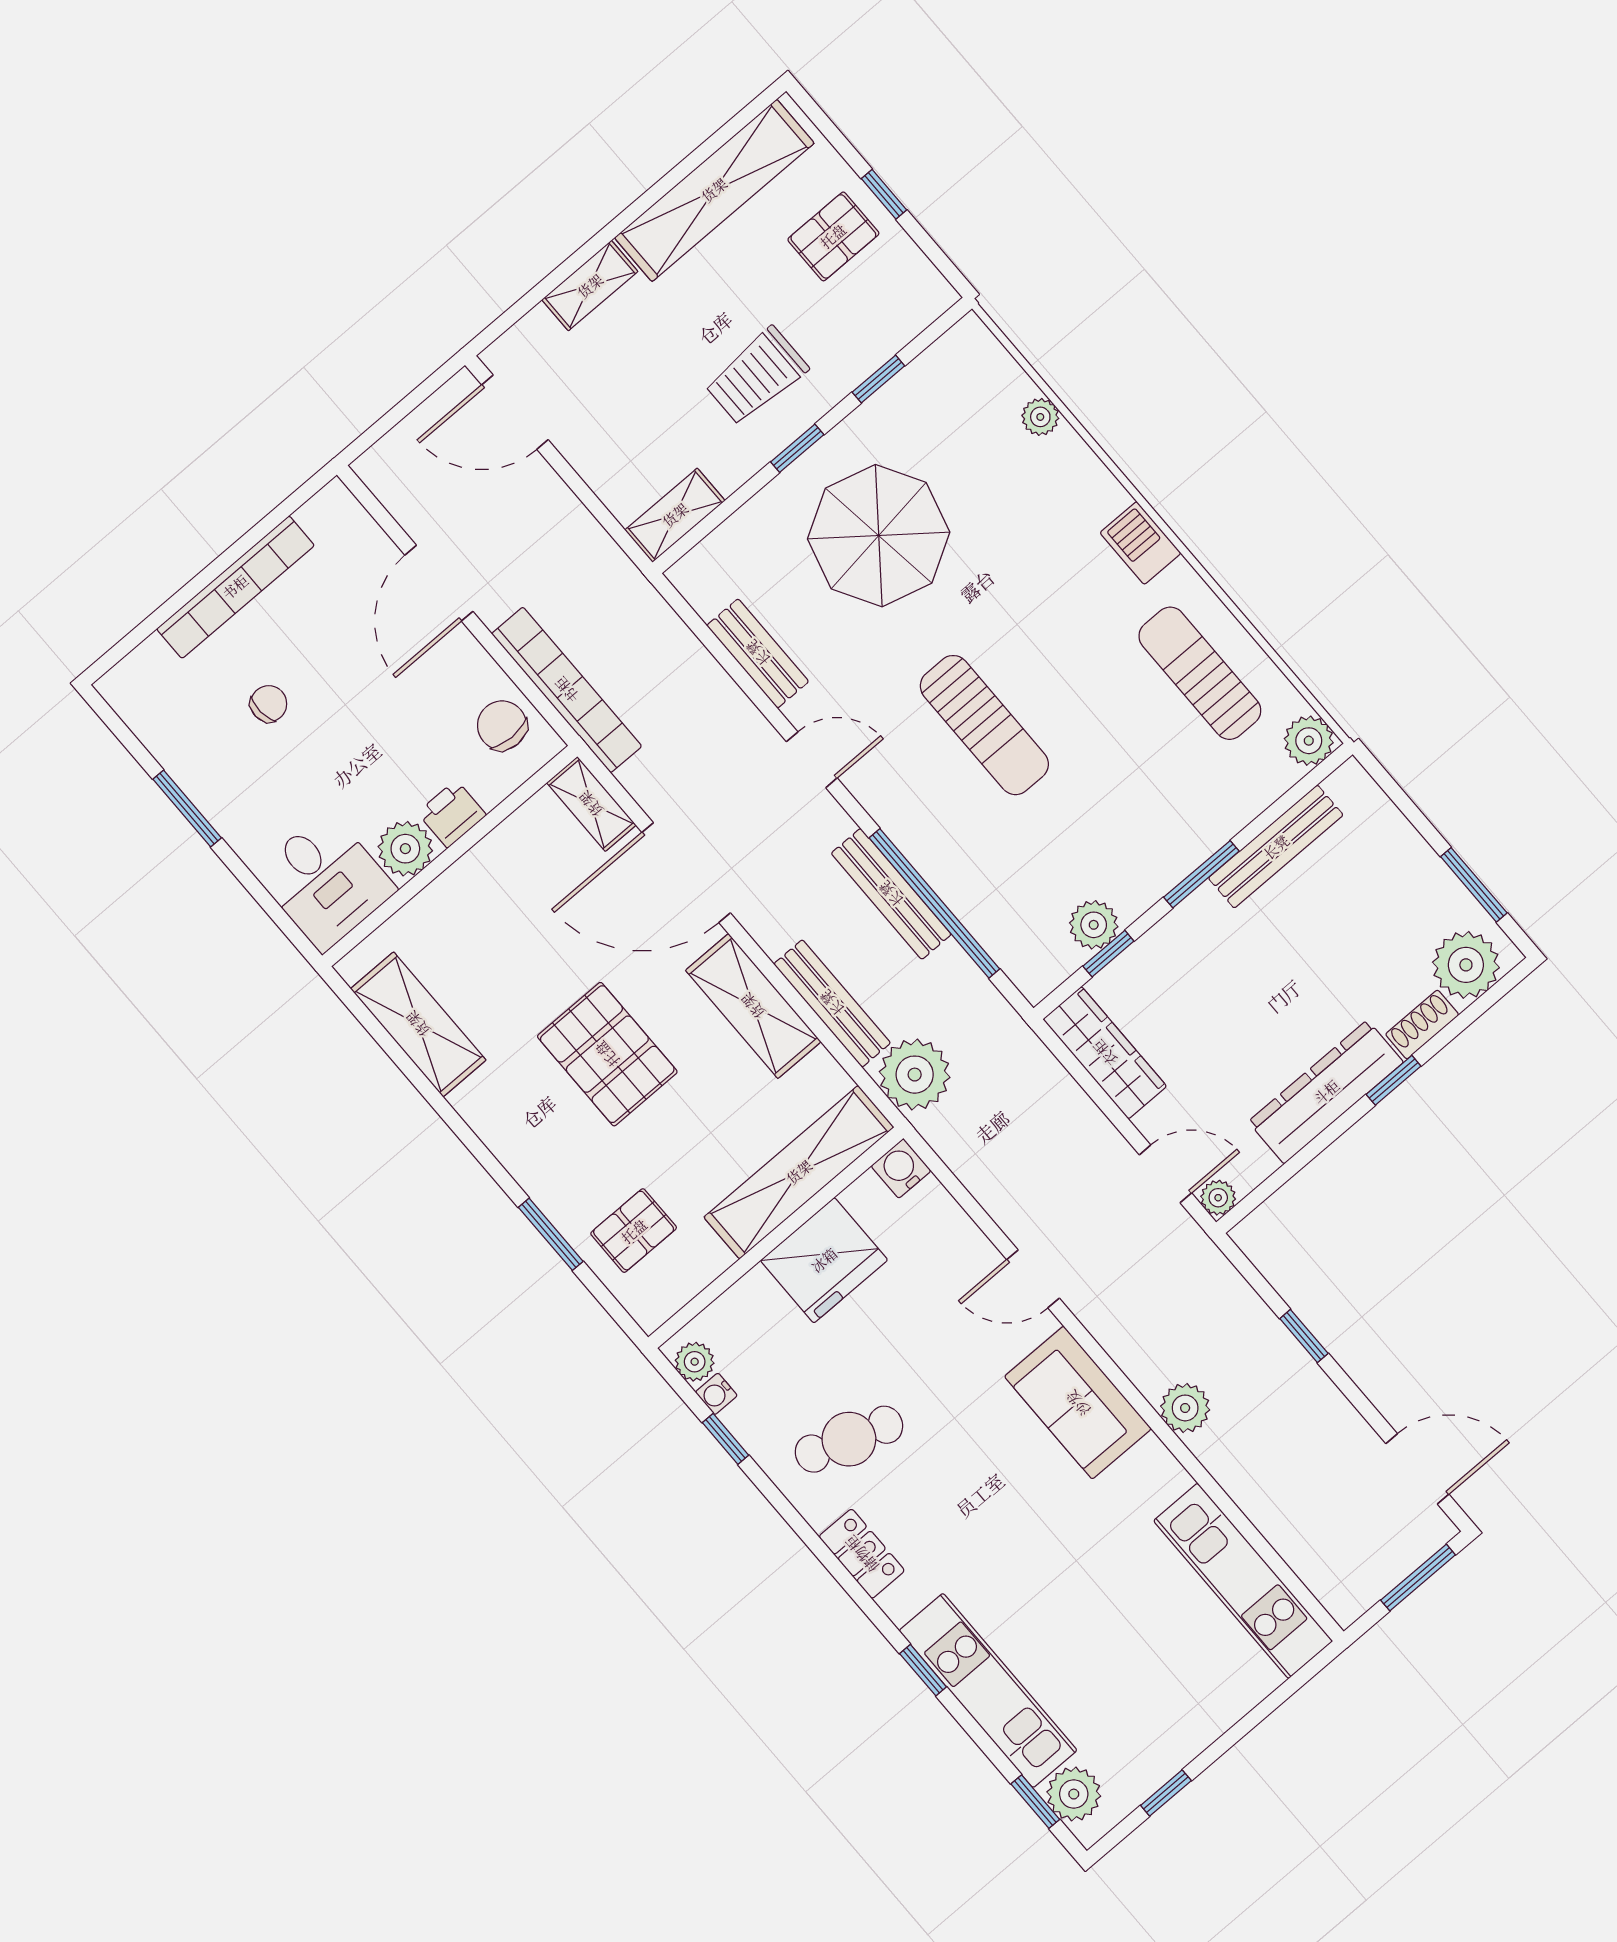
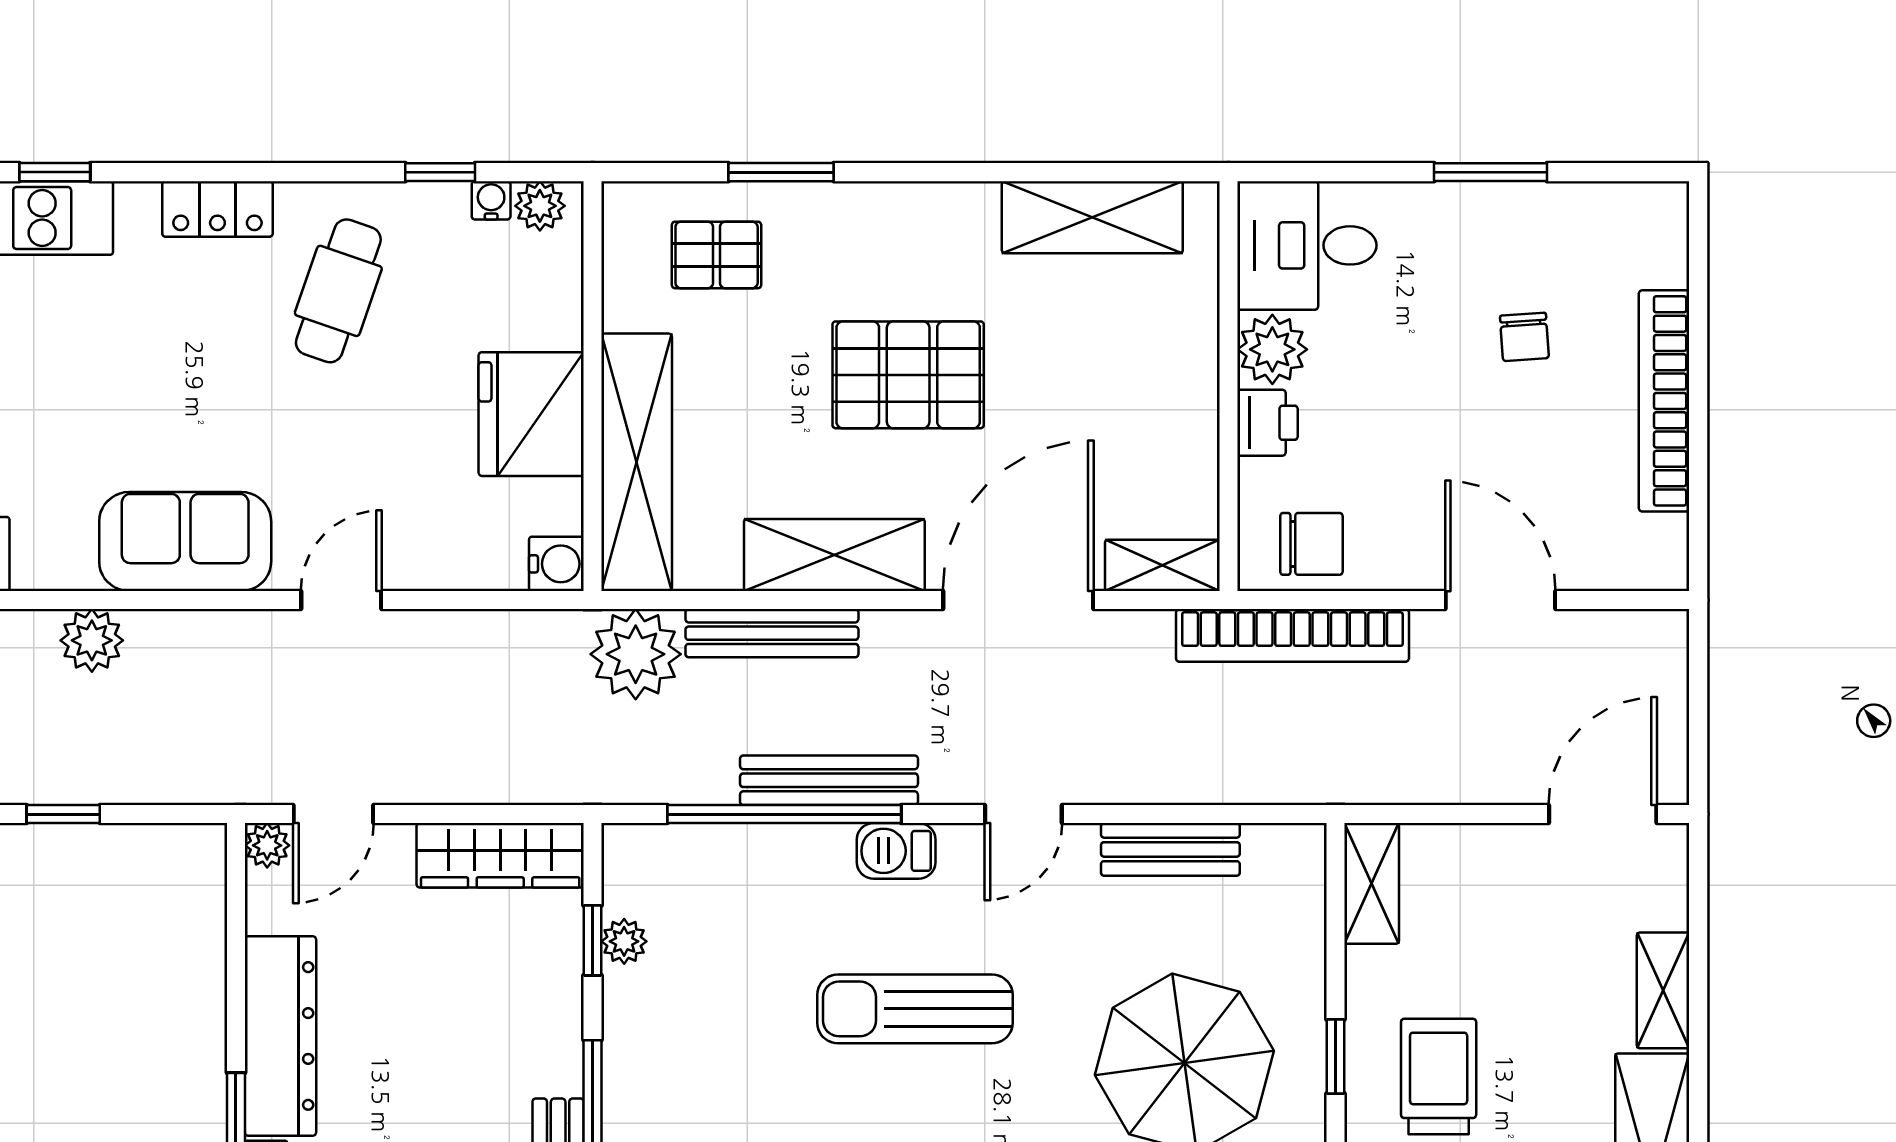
barbecue: (899, 817) -> (896, 851), added
plant: (1094, 925) -> (624, 941), width x0.73, depth x0.73
pallet: (634, 1231) -> (717, 255), turned 90

